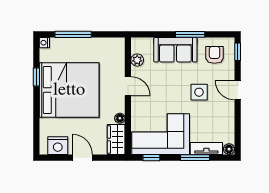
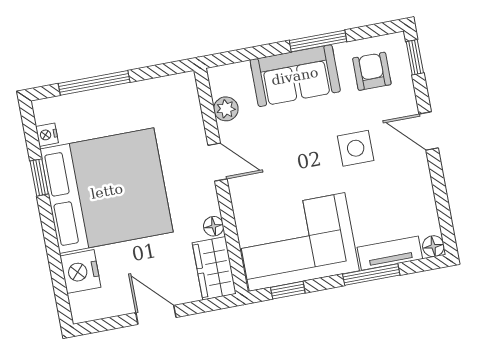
nightstand: (44, 43) -> (47, 135), moved
nightstand: (58, 146) -> (80, 272), moved, turned 90

